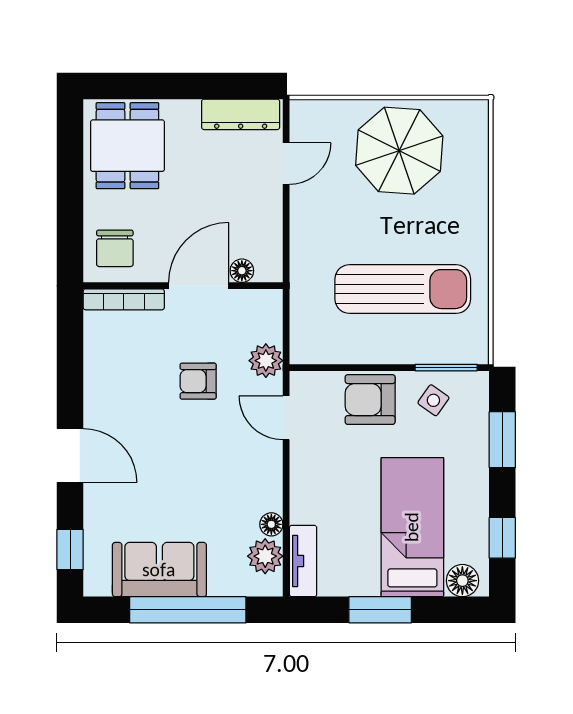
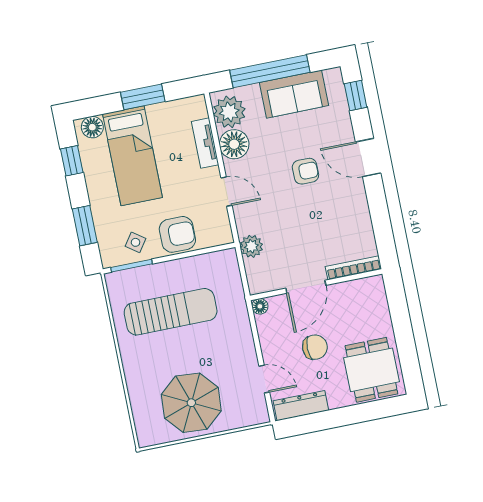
door: (286, 164) -> (264, 379), swing flipped
chair: (115, 248) -> (315, 347), moved, turned 90
floor lamp: (242, 271) -> (260, 306), moved
sun lounger: (403, 289) -> (171, 312), turned 180
armchair: (198, 381) -> (305, 171), moved
door: (286, 418) -> (226, 192), moved
floor lamp: (271, 524) -> (234, 144), width x1.89, depth x1.89
plant: (265, 556) -> (229, 112), width x1.36, depth x1.36
tv unit: (303, 561) -> (205, 143), moved

